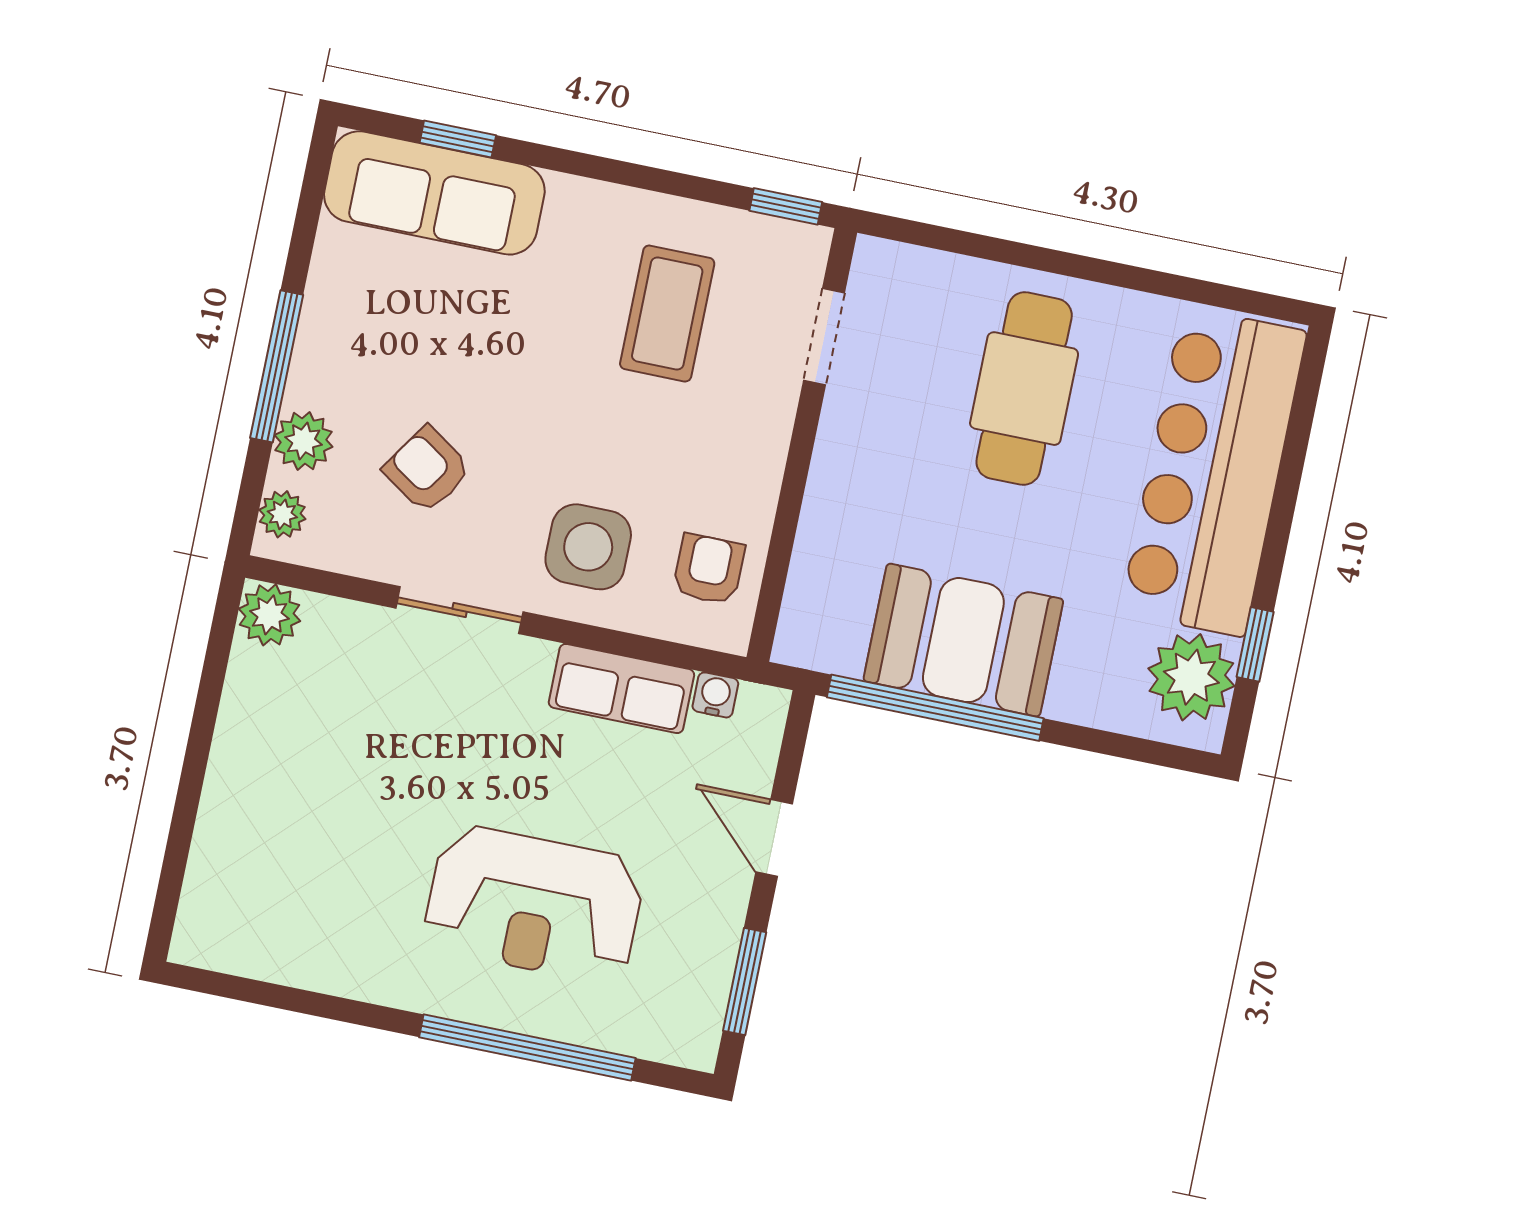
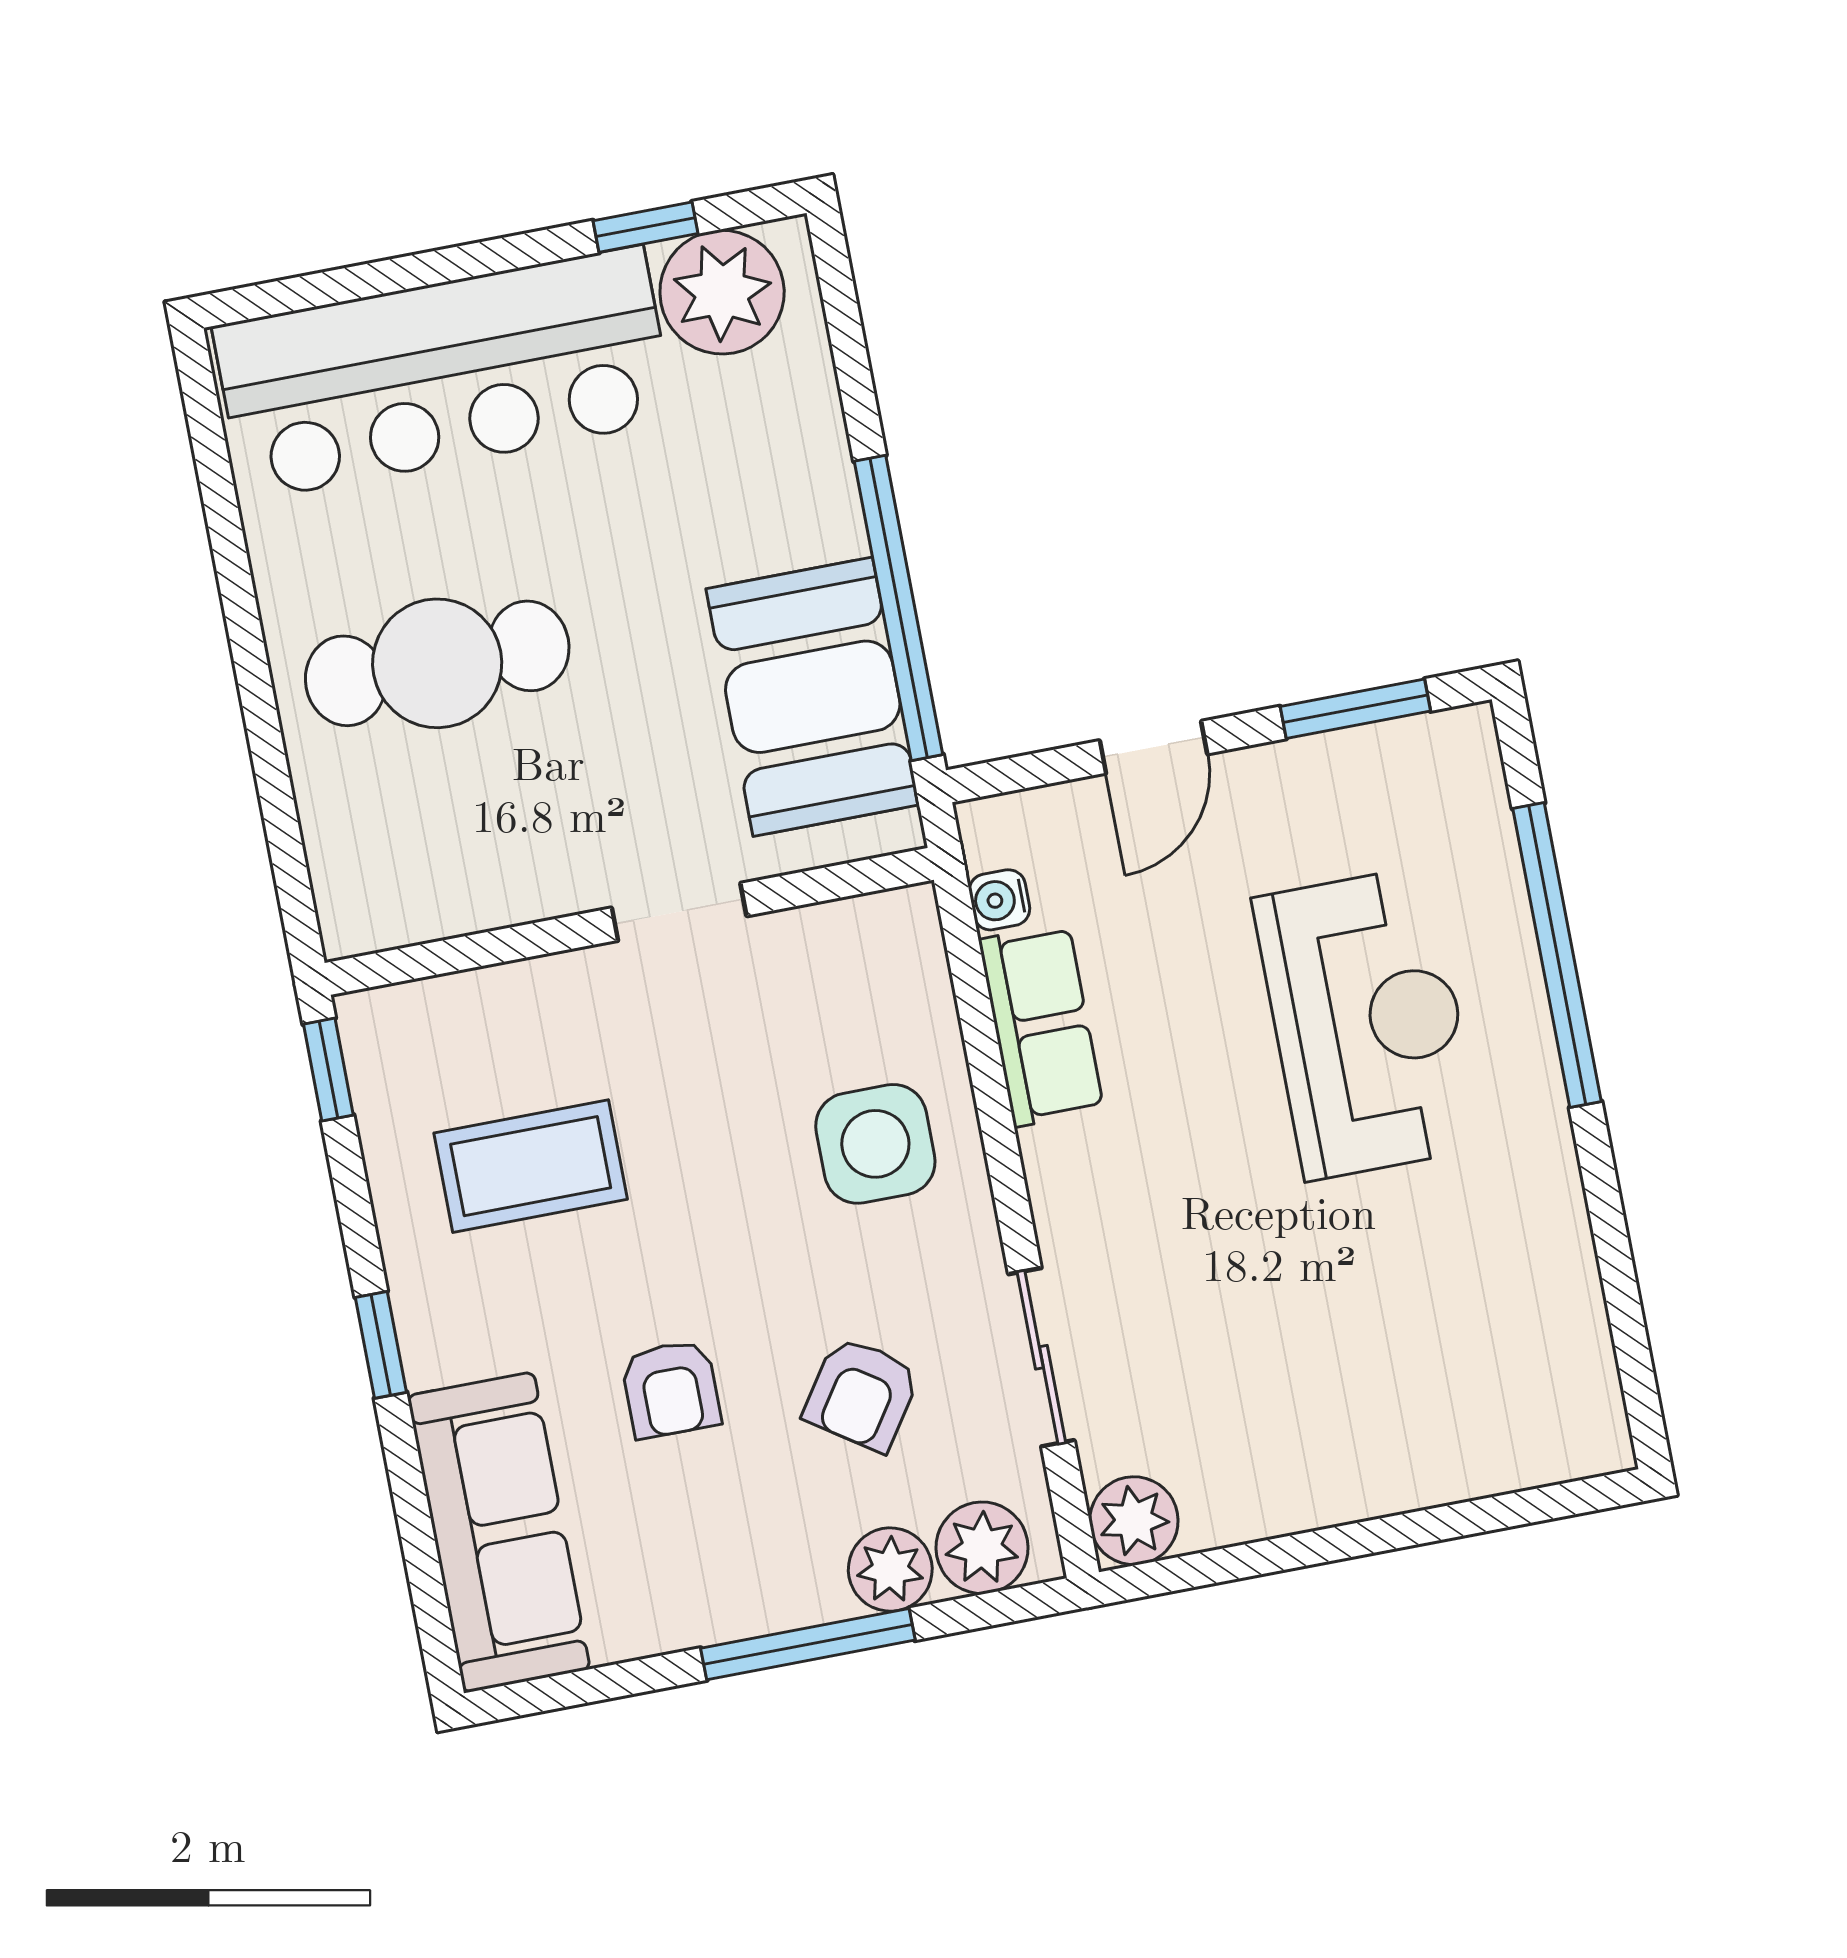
window: (458, 139) -> (381, 1345), moved
doorway: (824, 337) -> (679, 912), moved
plant: (282, 514) -> (982, 1548), width x1.38, depth x1.38
armchair: (709, 569) -> (671, 1389), moved, turned -90
sliding door: (460, 610) -> (1041, 1357), moved
booth: (963, 640) -> (813, 697), moved

